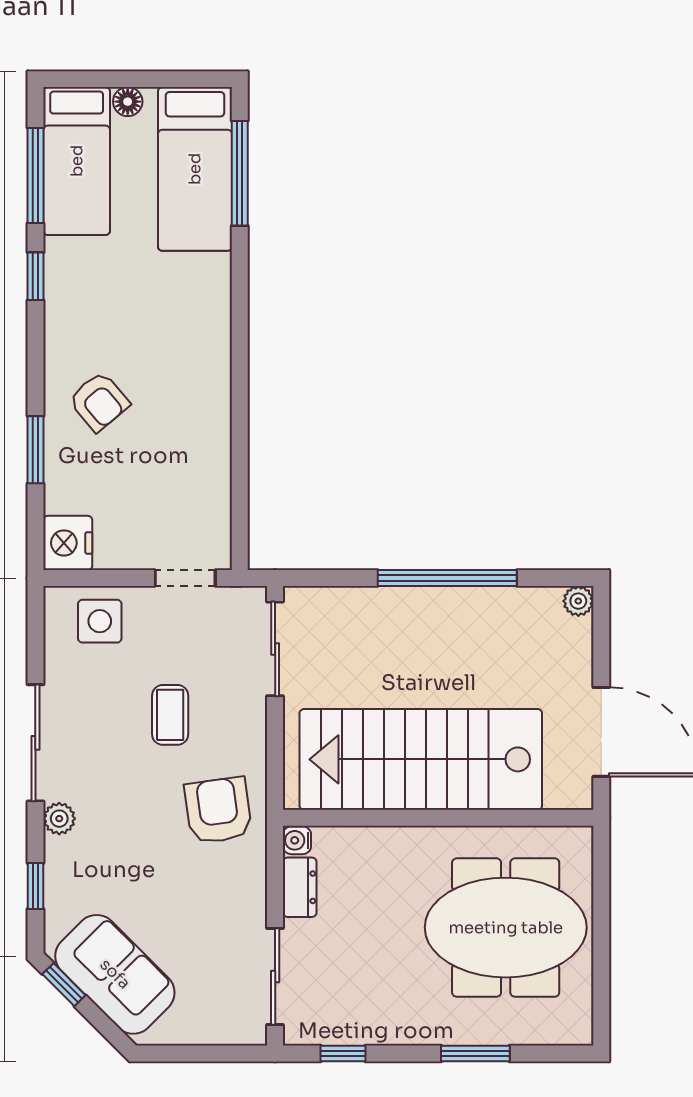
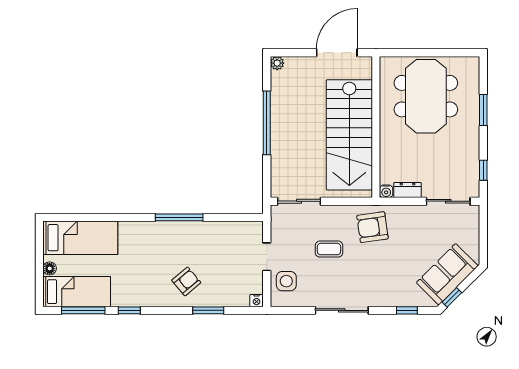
window: (240, 173) -> (179, 217), moved
nightstand: (68, 543) -> (257, 301), width x0.53, depth x0.56
doorway: (185, 578) -> (267, 257), moved
plant: (59, 819) -> (376, 300), removed

